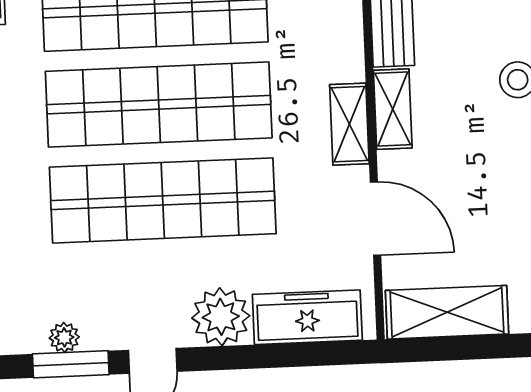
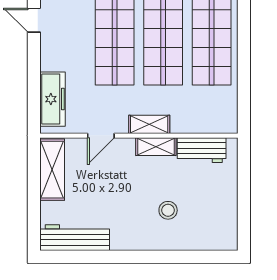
door: (376, 219) -> (101, 136), width x0.73
plant: (221, 317) -> (55, 55), removed

